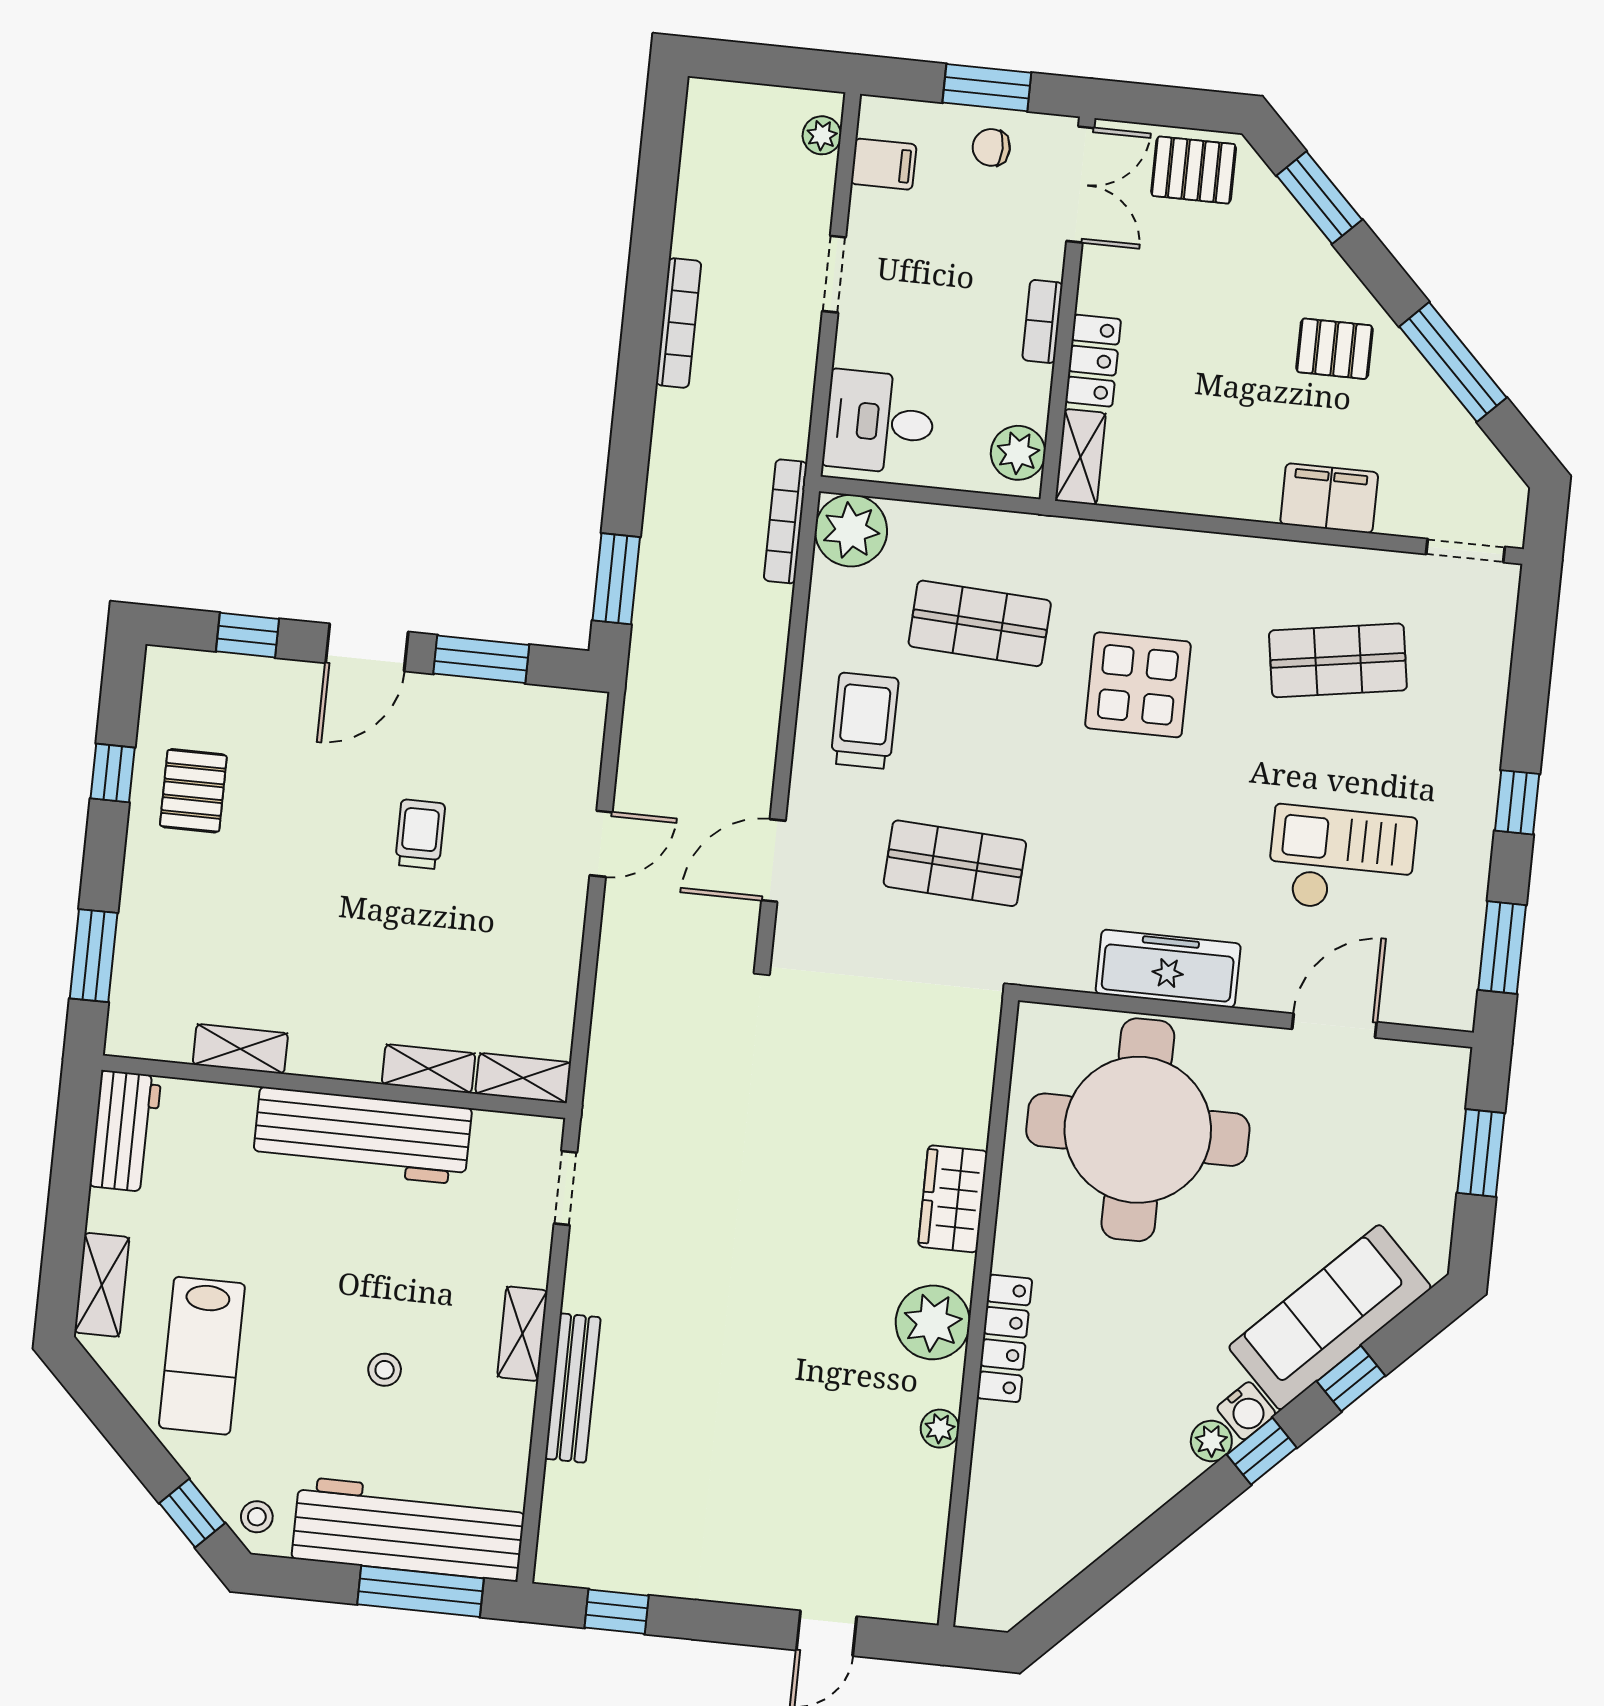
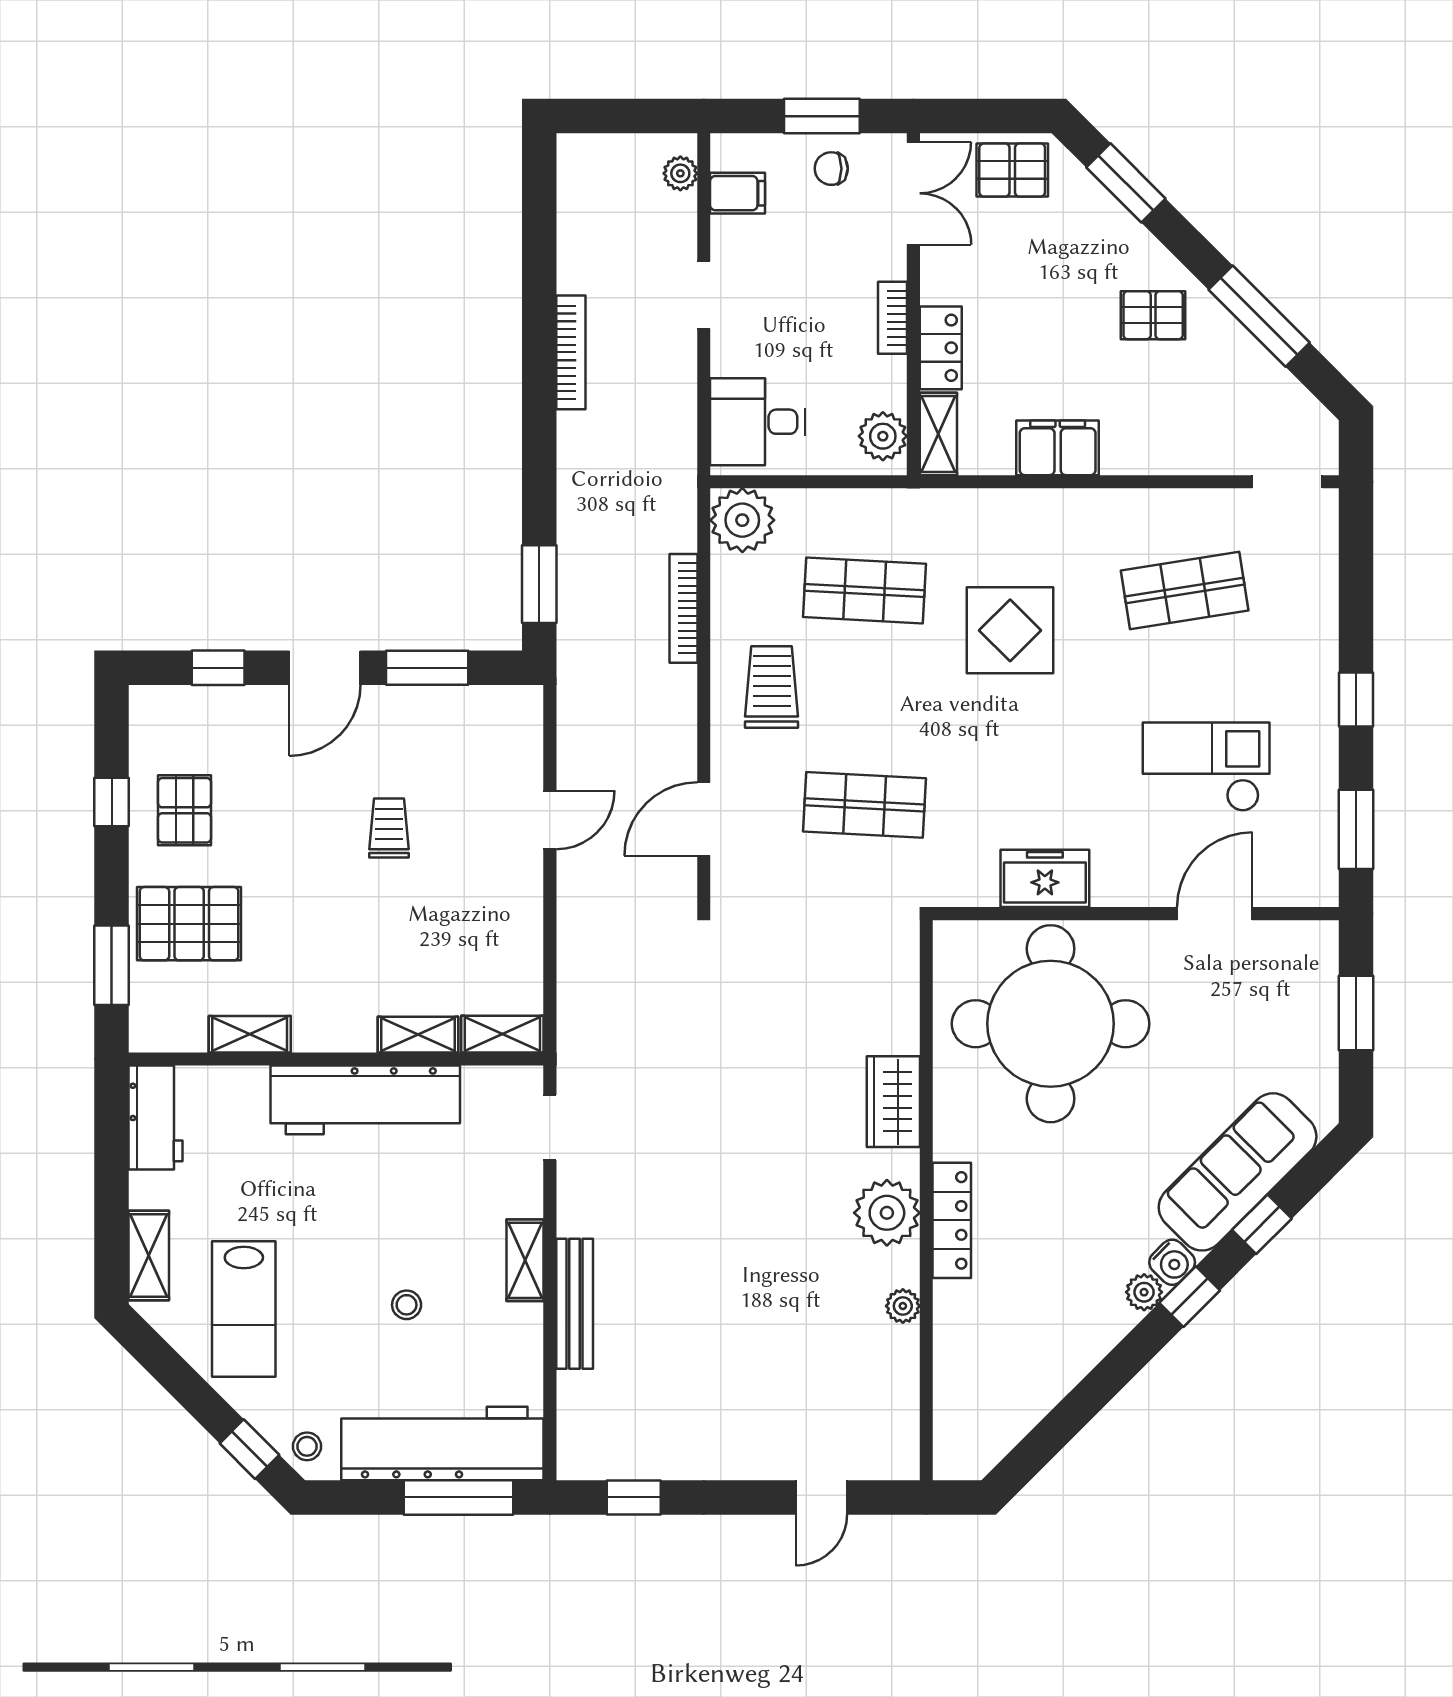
filing cabinet: (1329, 498) -> (1058, 448), moved
bookcase: (785, 521) -> (683, 608), moved
pallet: (185, 918) -> (189, 924), added
freezer: (1168, 969) -> (1045, 878), width x0.71

